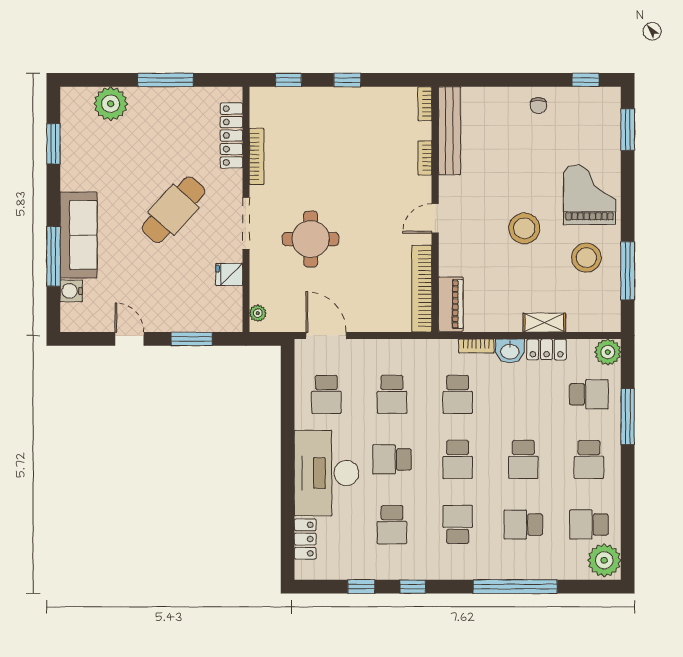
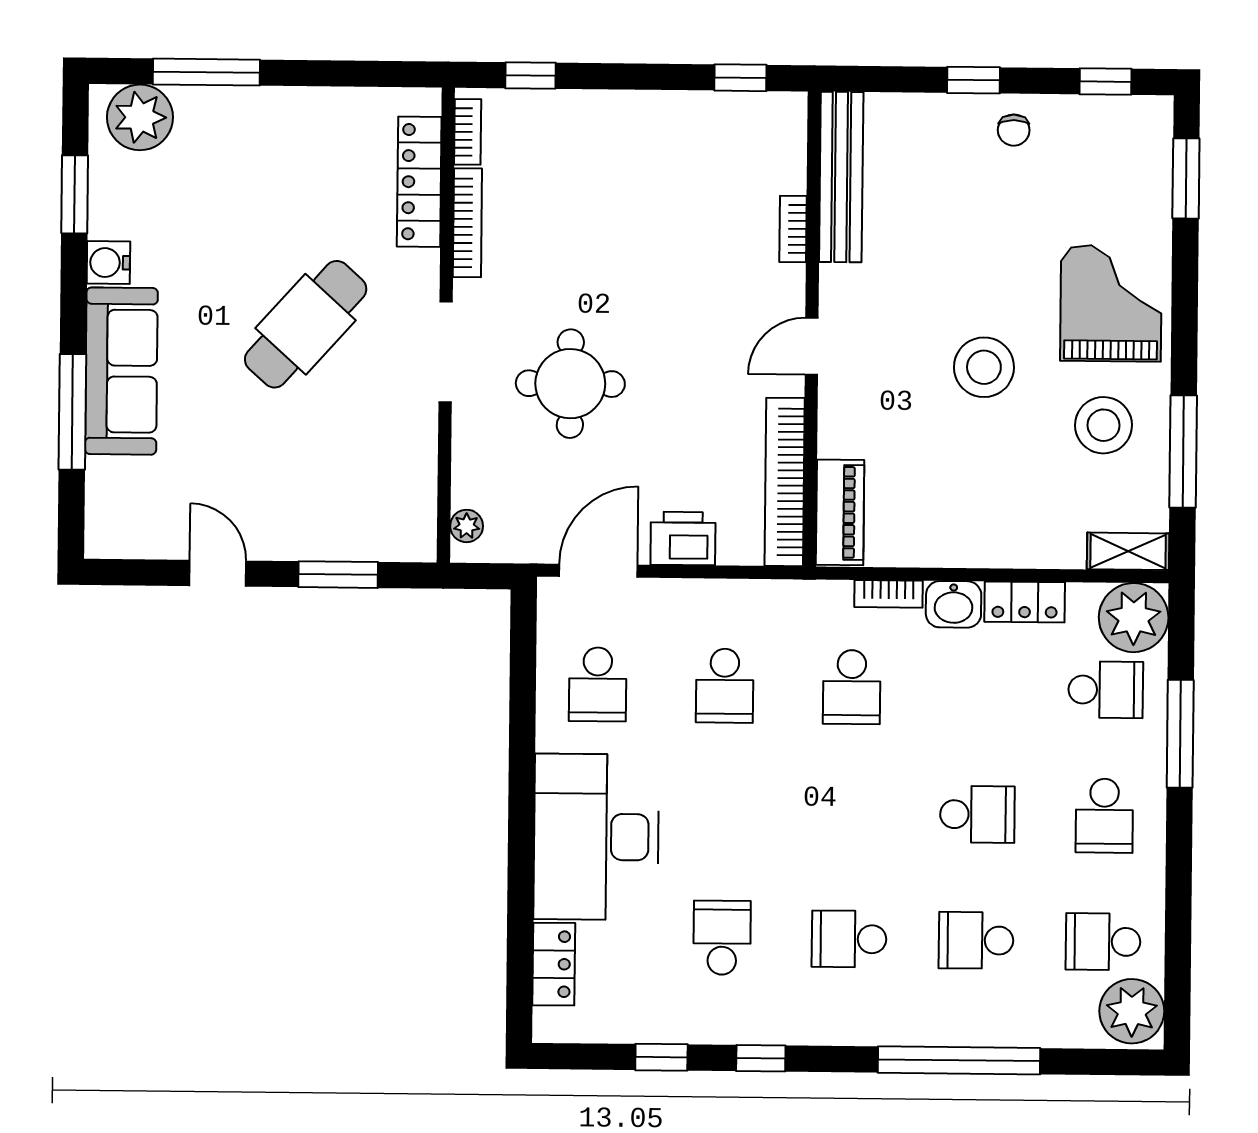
window: (166, 80) -> (206, 72), moved
window: (347, 80) -> (740, 78), moved
window: (517, 80) -> (973, 80), added
plant: (111, 104) -> (140, 117), moved
bookcase: (425, 104) -> (468, 132), moved, turned 180
fridge: (229, 274) -> (412, 450), removed
water cooler: (71, 291) -> (108, 263), moved
printer: (370, 318) -> (683, 538), added
shelving: (544, 323) -> (1128, 551), moved
door: (326, 336) -> (598, 571), hinge flipped
plant: (608, 352) -> (1134, 618), width x1.36, depth x1.36
school desk: (392, 459) -> (723, 812), removed
school desk: (458, 459) -> (850, 813), removed
school desk: (523, 459) -> (977, 814), turned -90
school desk: (392, 525) -> (722, 938), turned 180
school desk: (458, 525) -> (849, 939), turned -90

